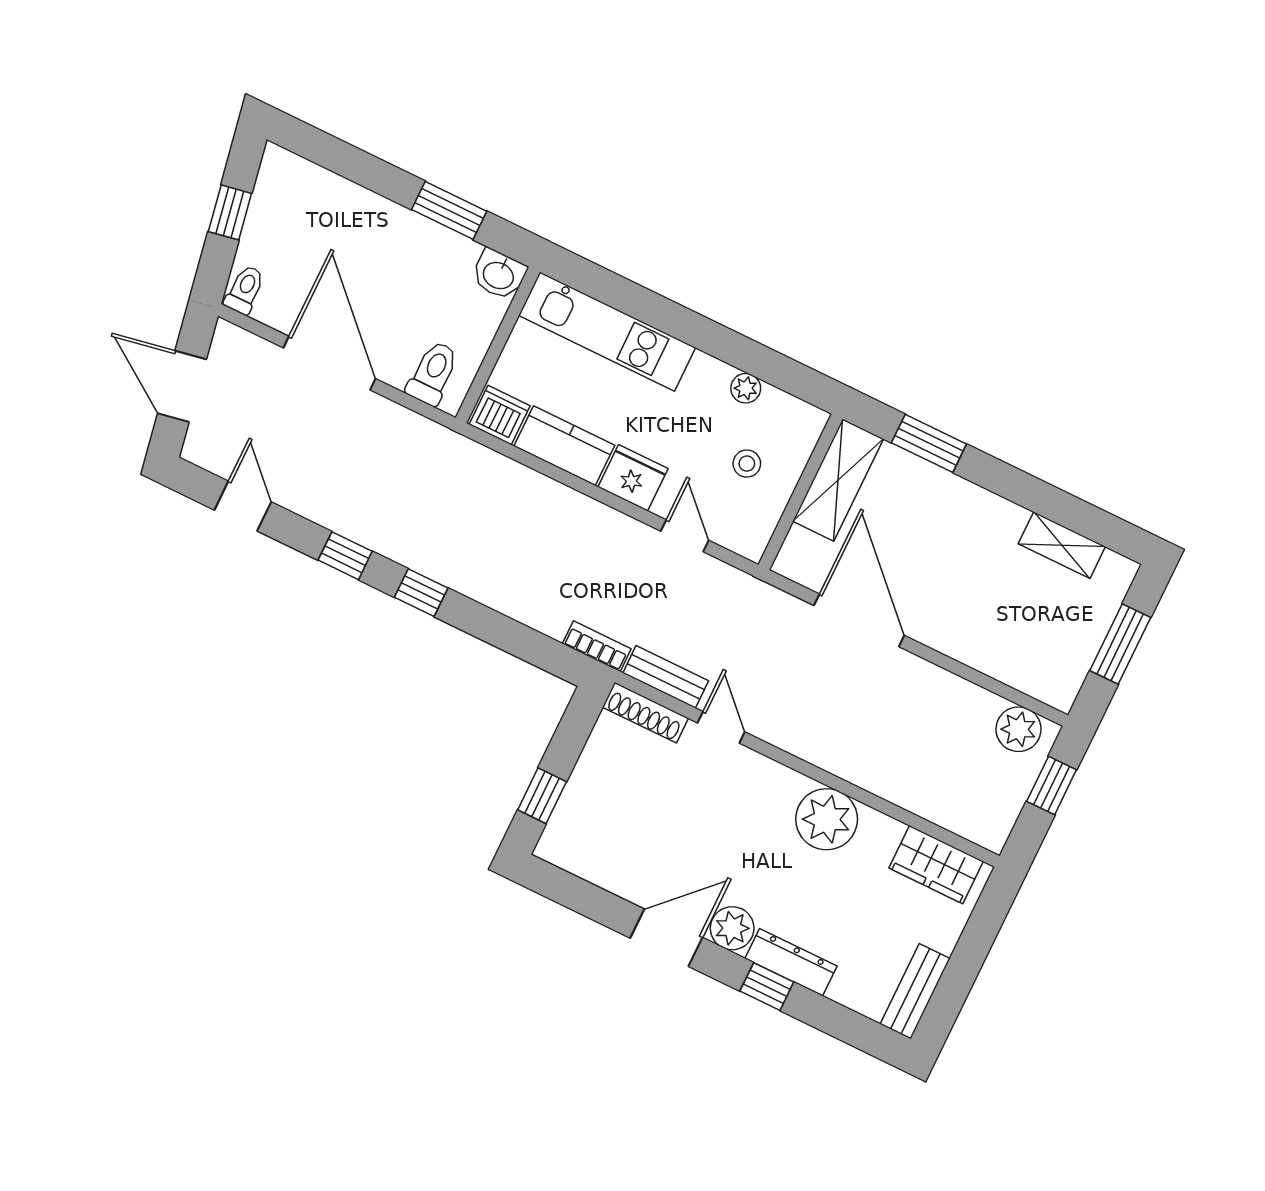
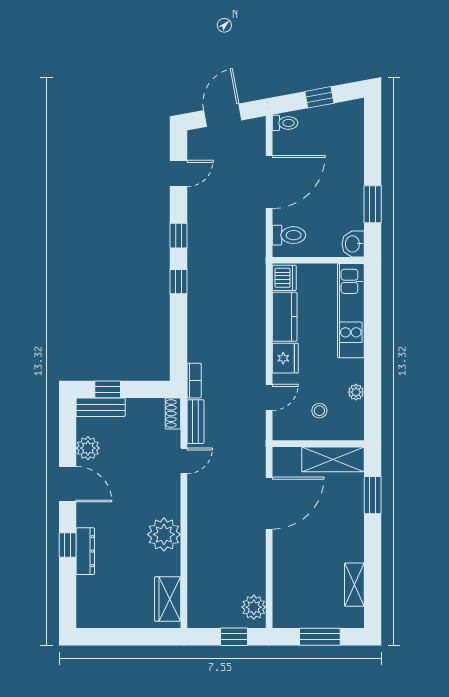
shoe rack: (645, 713) -> (173, 413), width x0.70
plant: (732, 928) -> (88, 448), moved
bench: (915, 991) -> (101, 407), moved

